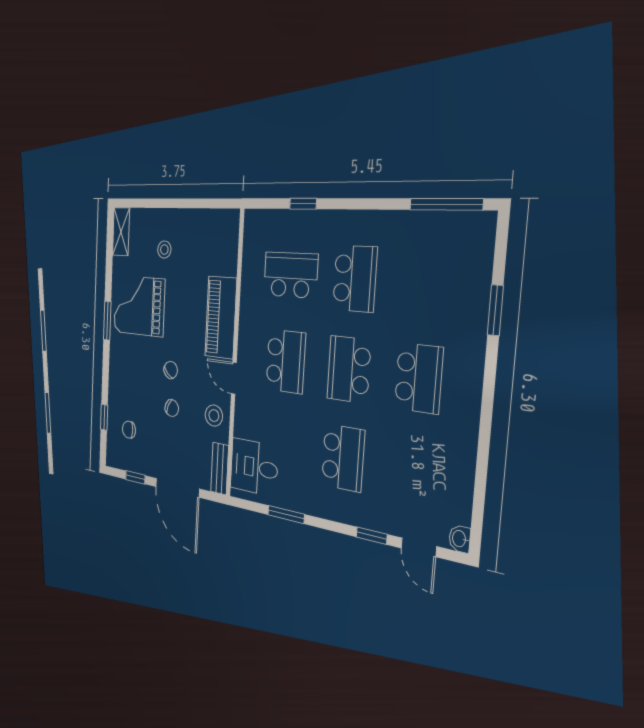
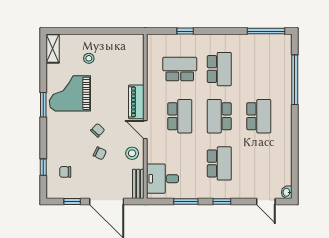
window: (495, 310) -> (295, 80), width x2.11
piano: (221, 317) -> (136, 102), width x0.73, depth x0.75
window: (372, 536) -> (222, 201), moved

